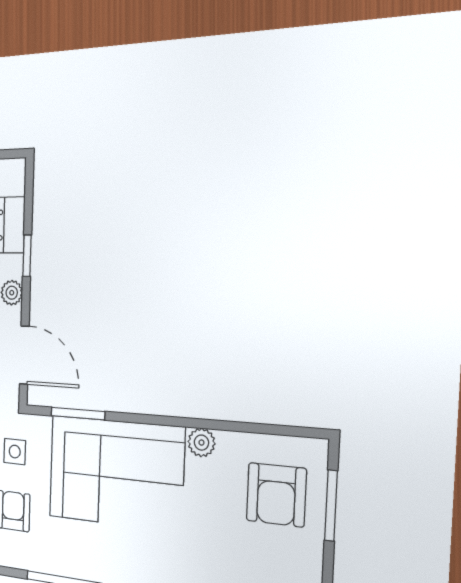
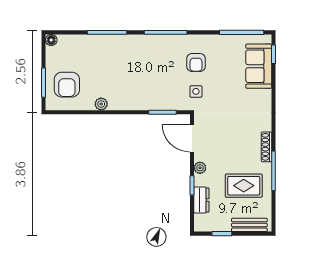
corner sofa: (115, 473) -> (142, 87), removed
armchair: (276, 495) -> (67, 85), turned 180

